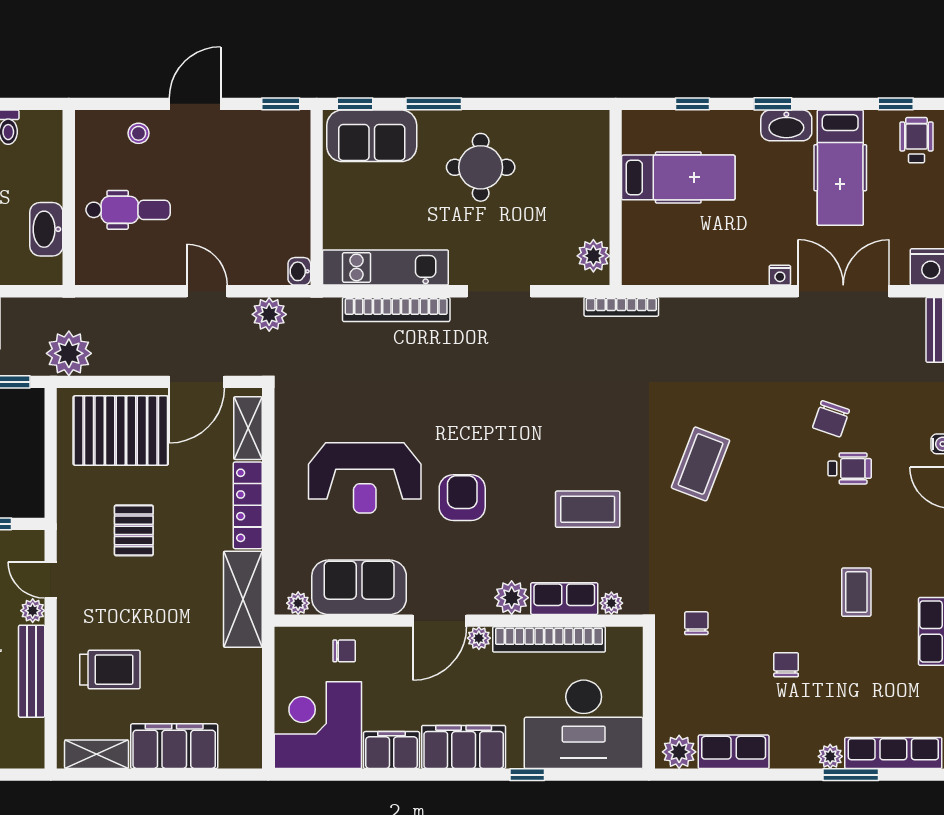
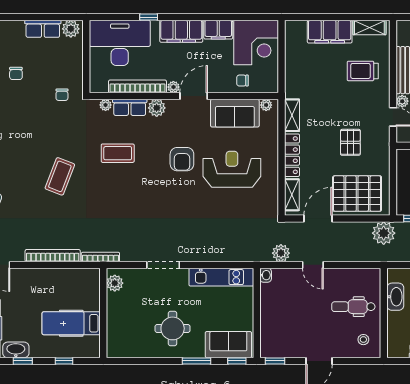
stool: (138, 133) -> (363, 340), moved
nightstand: (780, 275) -> (19, 273), removed
bookcase: (396, 309) -> (53, 256), moved
shelving: (243, 599) -> (292, 115), width x0.67, depth x0.75

